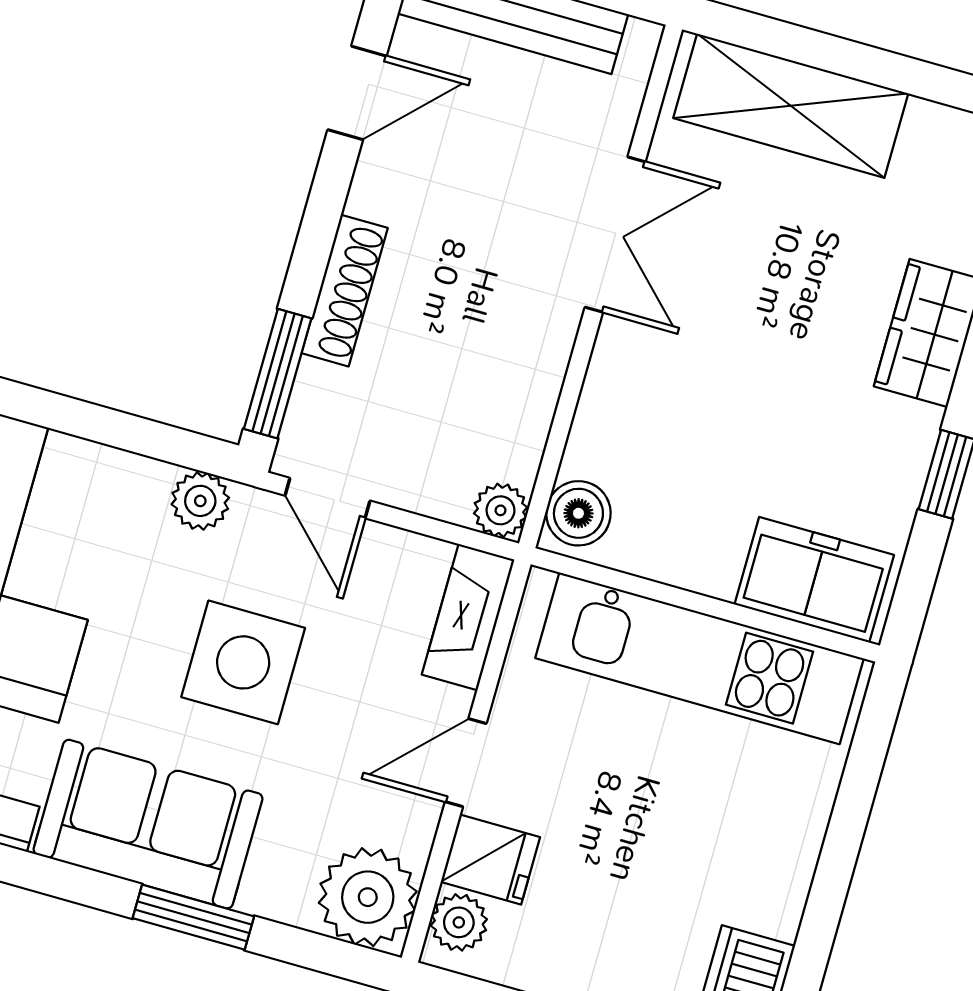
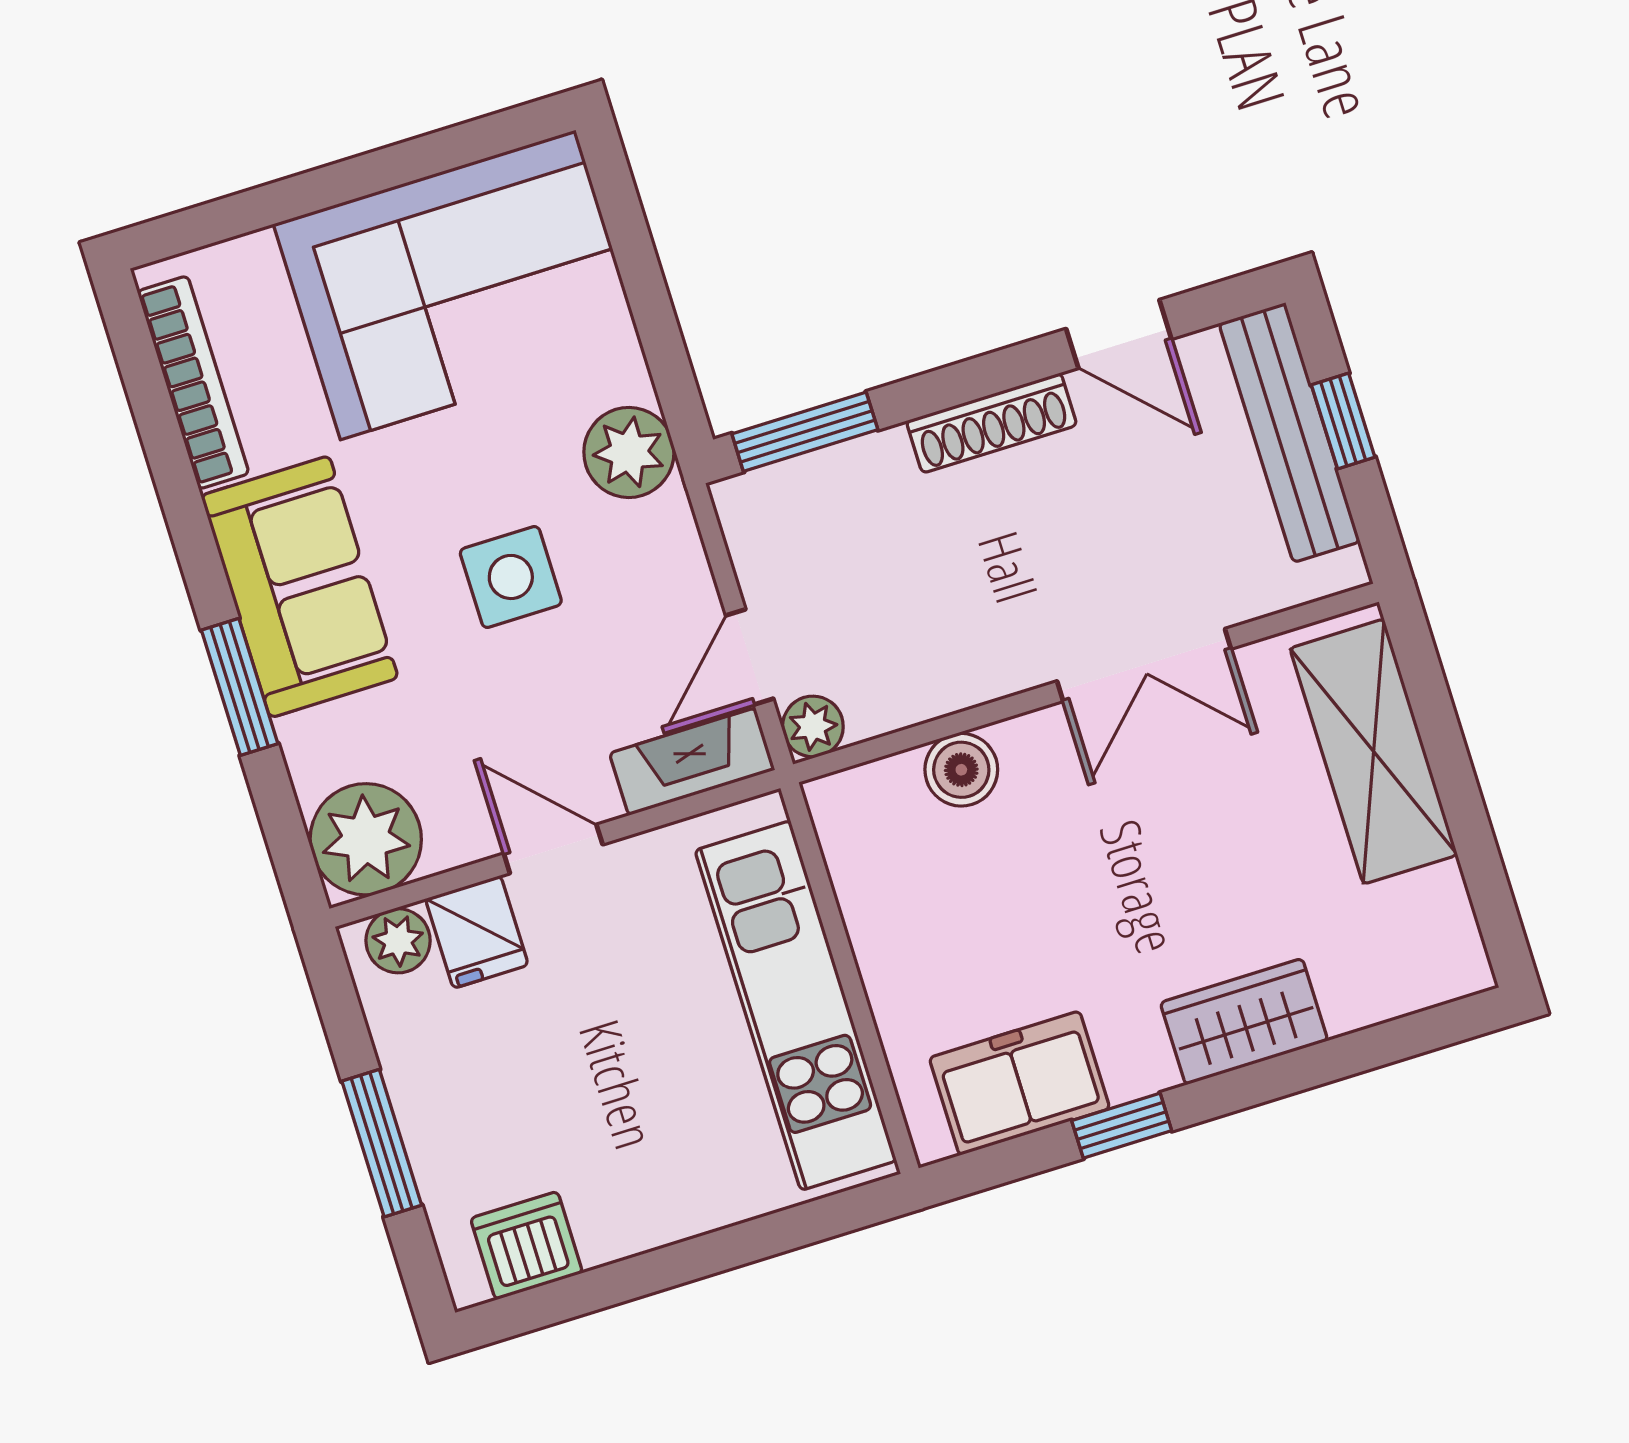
shoe rack: (345, 291) -> (992, 423), moved
door: (328, 498) -> (750, 657), moved
plant: (200, 501) -> (629, 452), width x1.38, depth x1.38
boiler: (578, 513) -> (961, 770), moved
freezer: (814, 580) -> (1020, 1083), moved, turned -90
side table: (243, 662) -> (511, 577), width x0.73, depth x0.73

